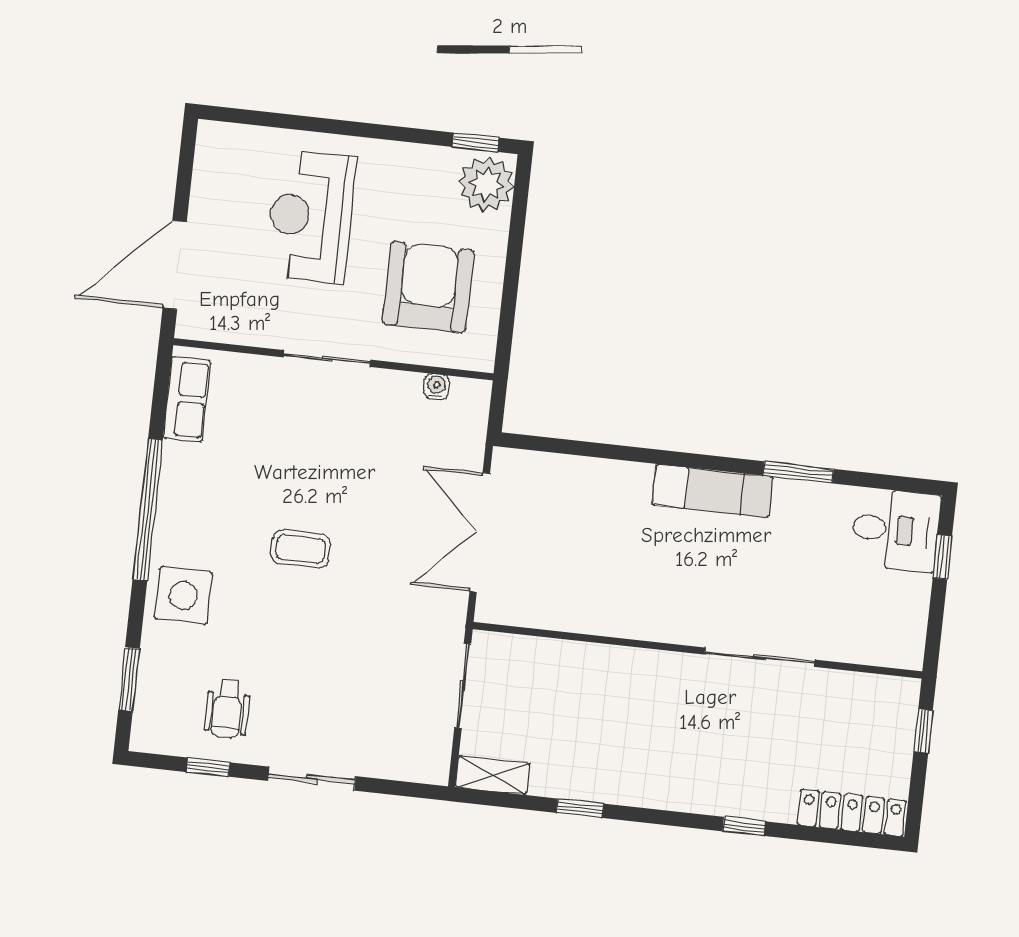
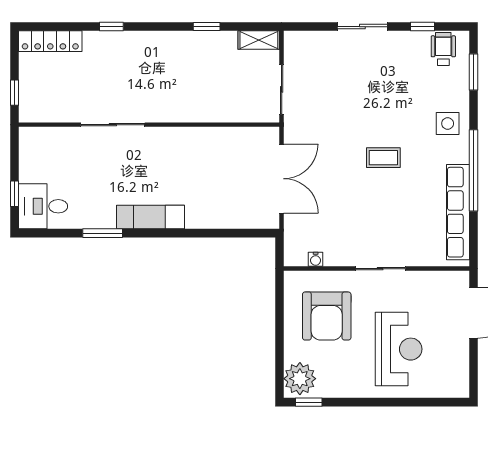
row of seats: (187, 399) -> (458, 212), width x2.02
side table: (183, 595) -> (448, 124), width x0.73, depth x0.73
wheelchair: (227, 708) -> (443, 49), moved

